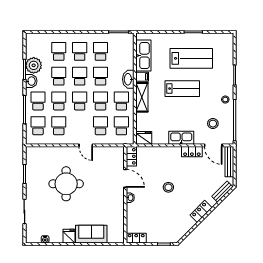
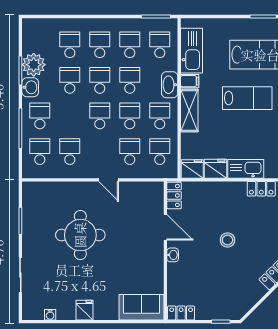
school desk: (59, 101) -> (160, 45), moved
fridge: (160, 138) -> (216, 169), added
sofa: (91, 234) -> (142, 307), moved

